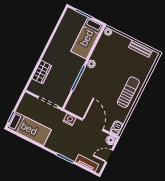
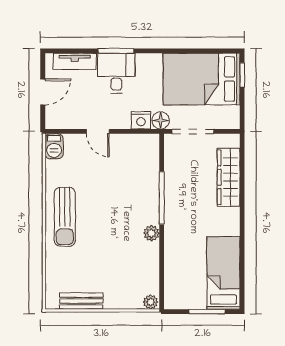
bed: (87, 38) -> (224, 273), moved
wardrobe: (42, 72) -> (229, 177), width x1.50
door: (93, 125) -> (98, 131), width x0.53
bed: (29, 129) -> (202, 79), width x1.50
floor lamp: (111, 140) -> (161, 120), moved
desk: (70, 148) -> (116, 73), added

